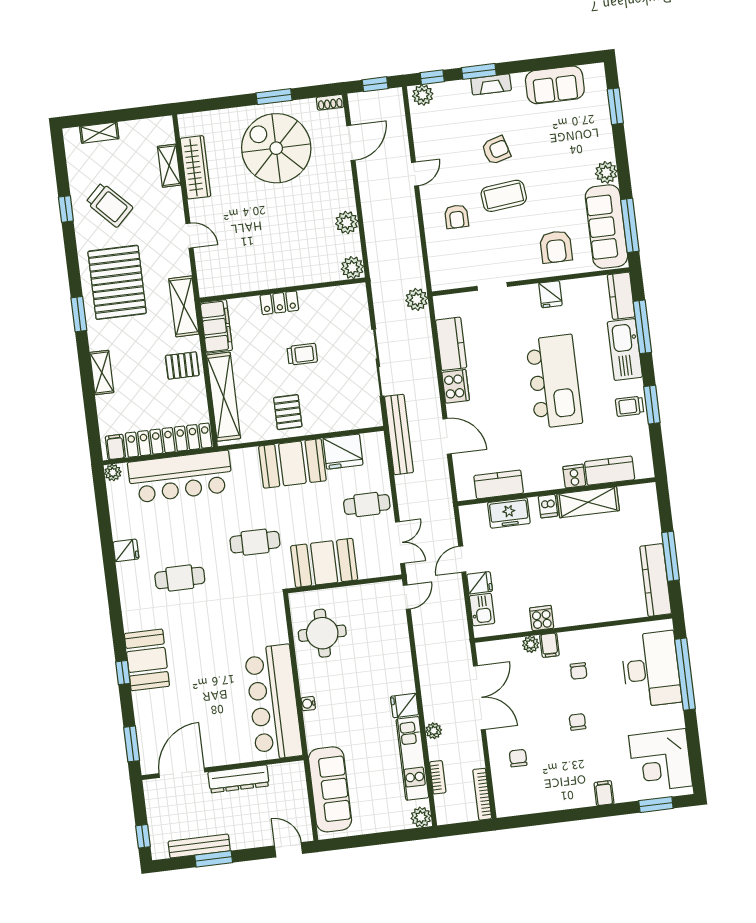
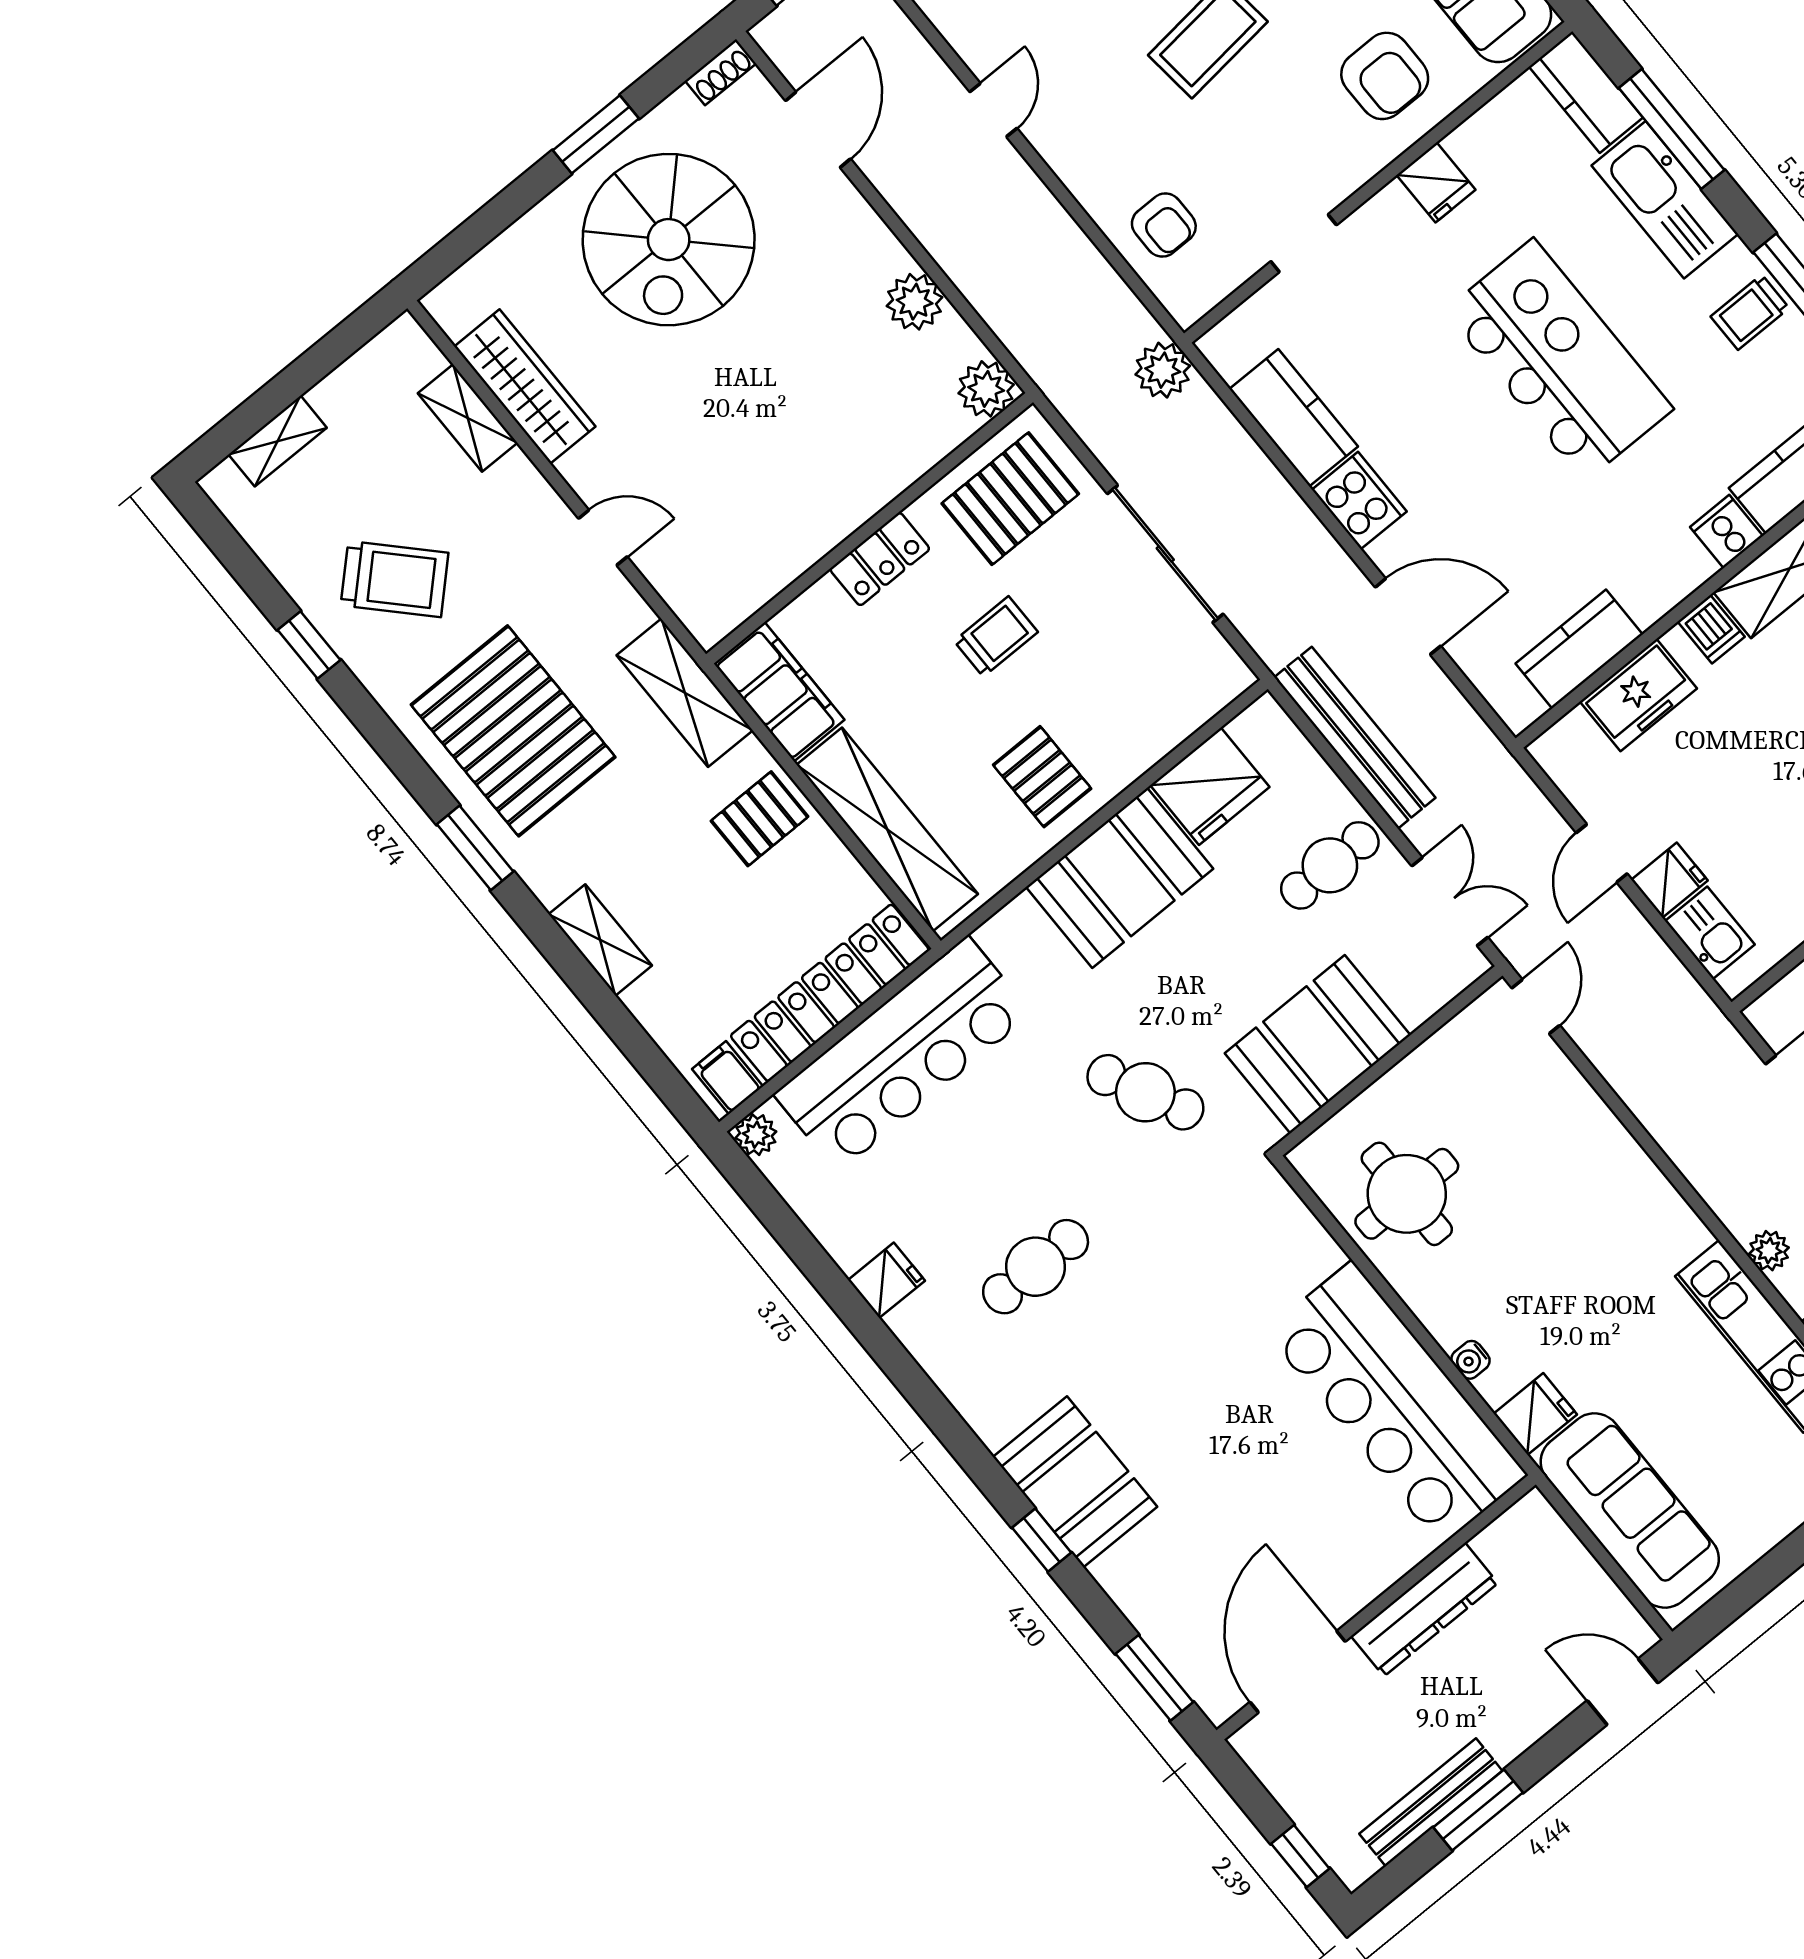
spiral stairs: (276, 148) -> (669, 240), turned -90
armchair: (457, 217) -> (1164, 225), moved
pallet: (337, 310) -> (1010, 499), added
bench: (399, 434) -> (1355, 738), moved
cafe table: (255, 542) -> (1145, 1092), turned 63
fridge: (405, 706) -> (1535, 1414), moved, turned 180

